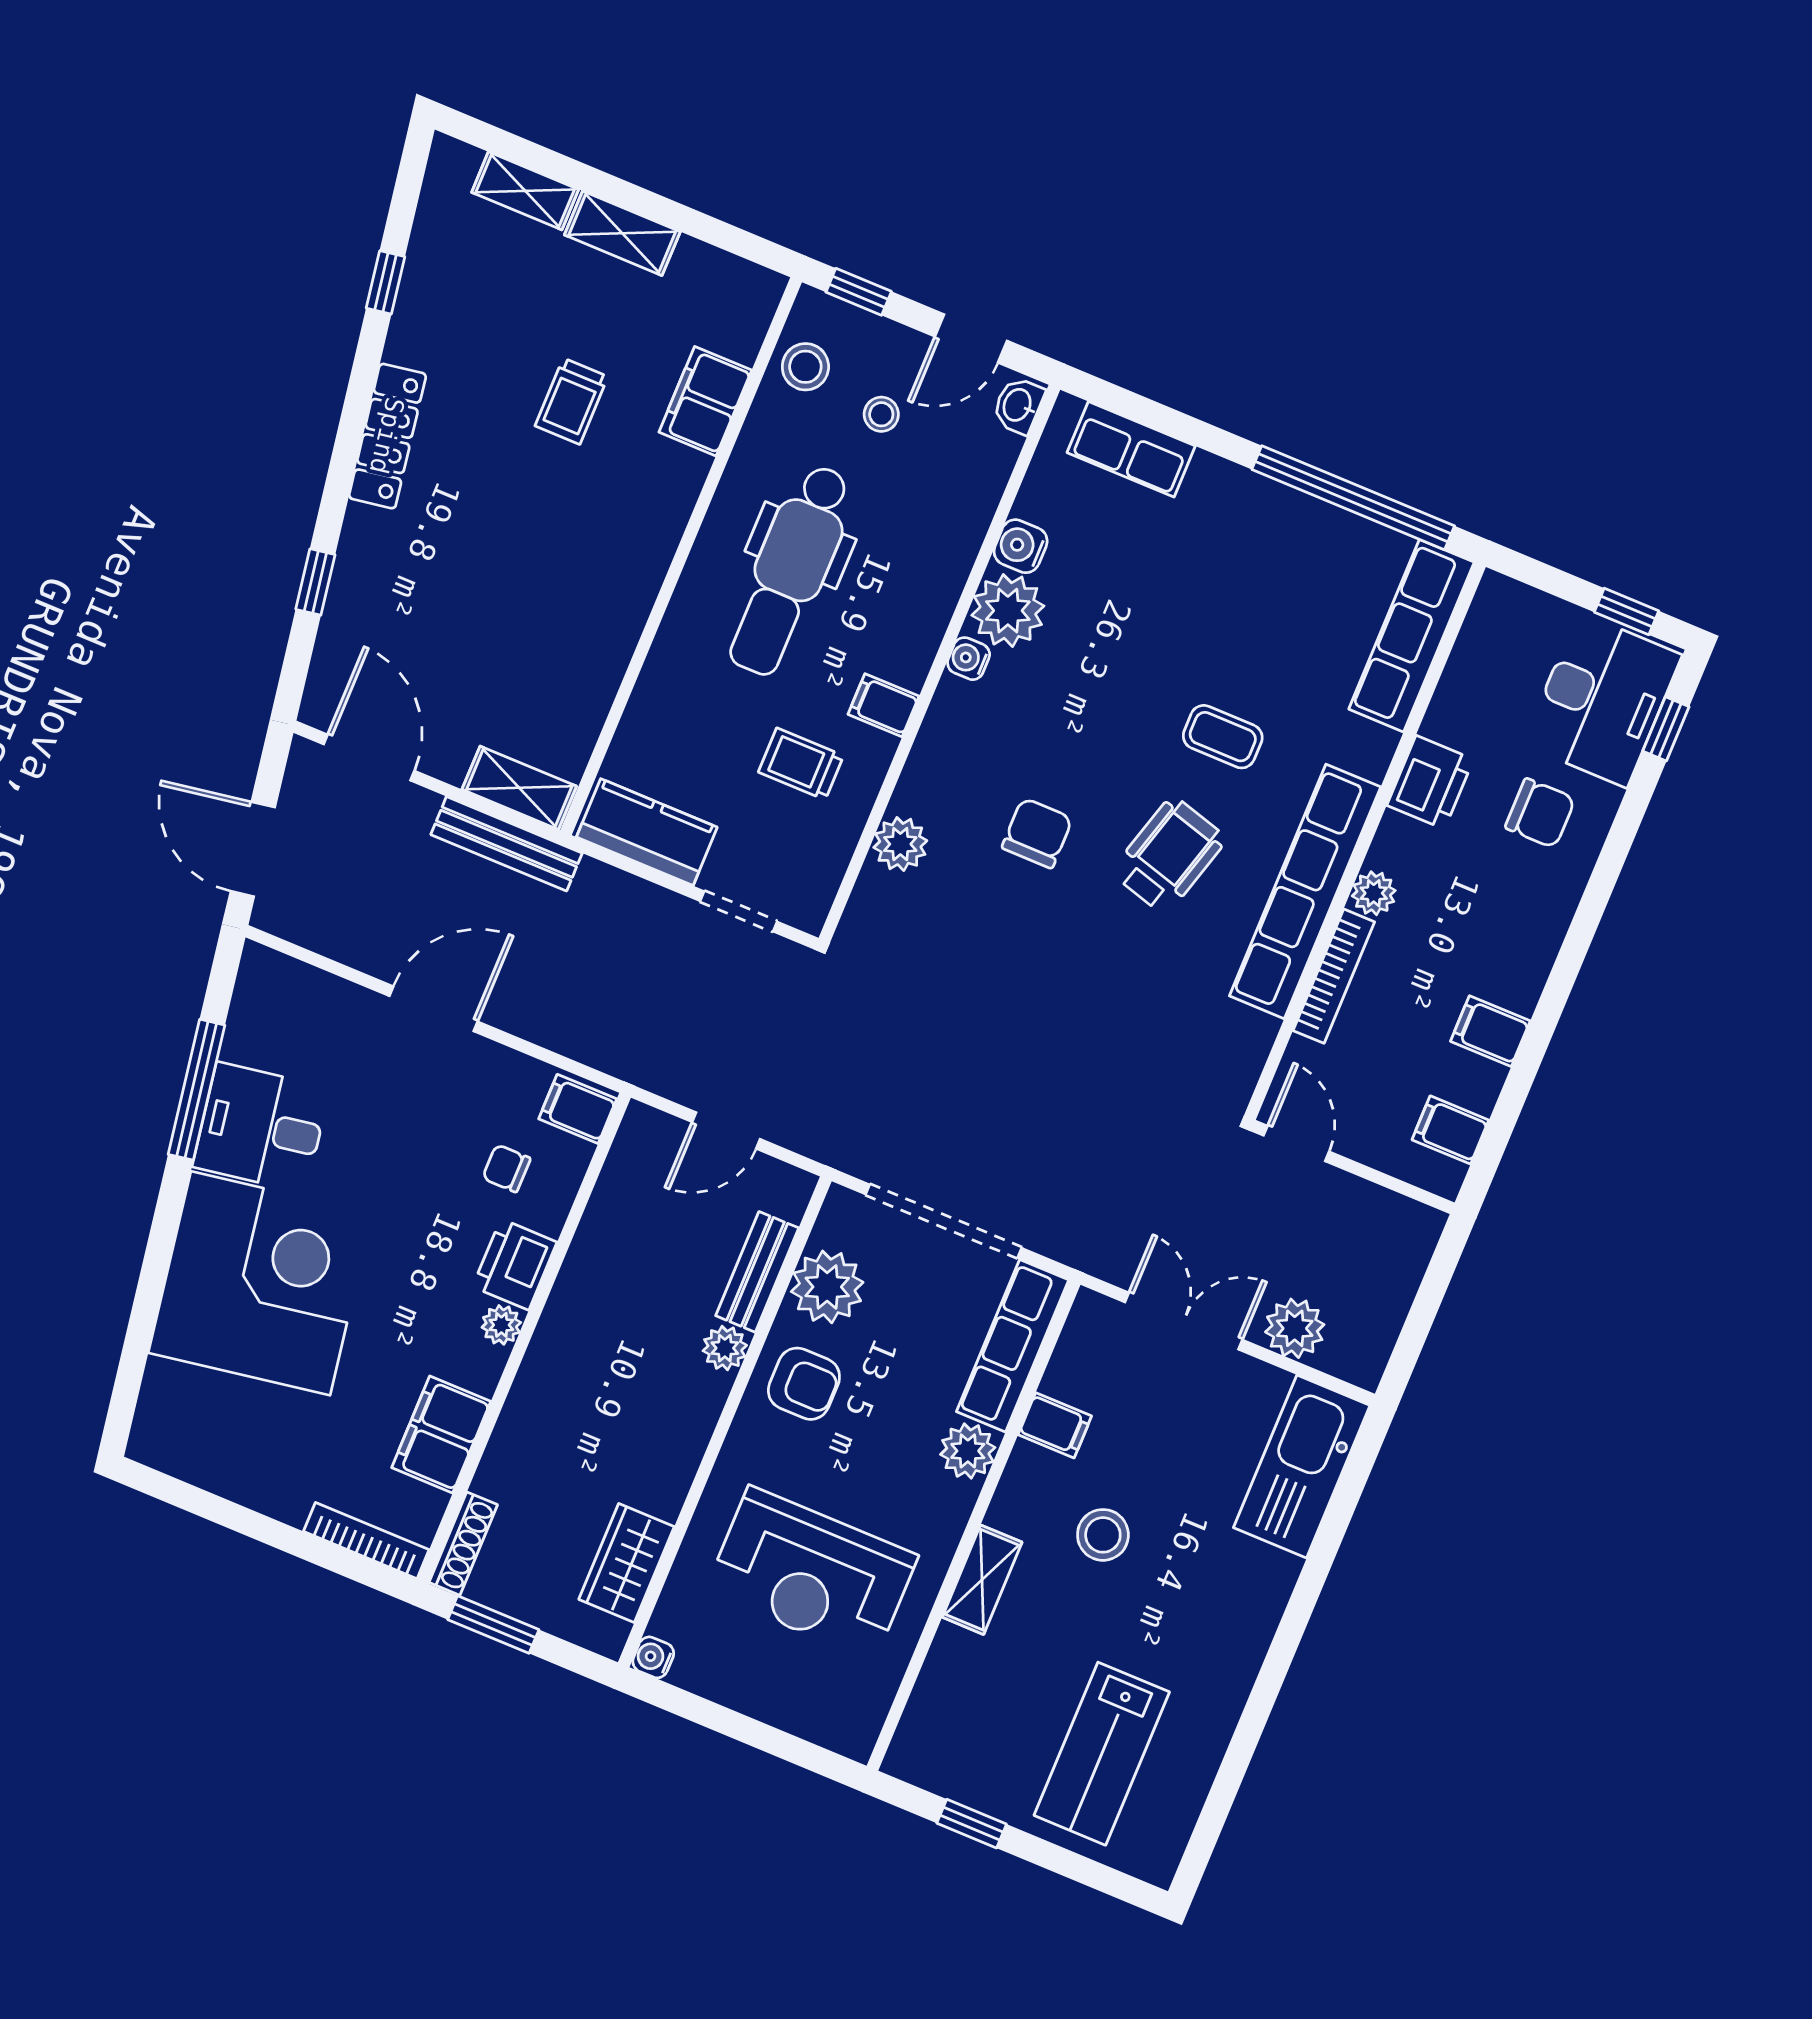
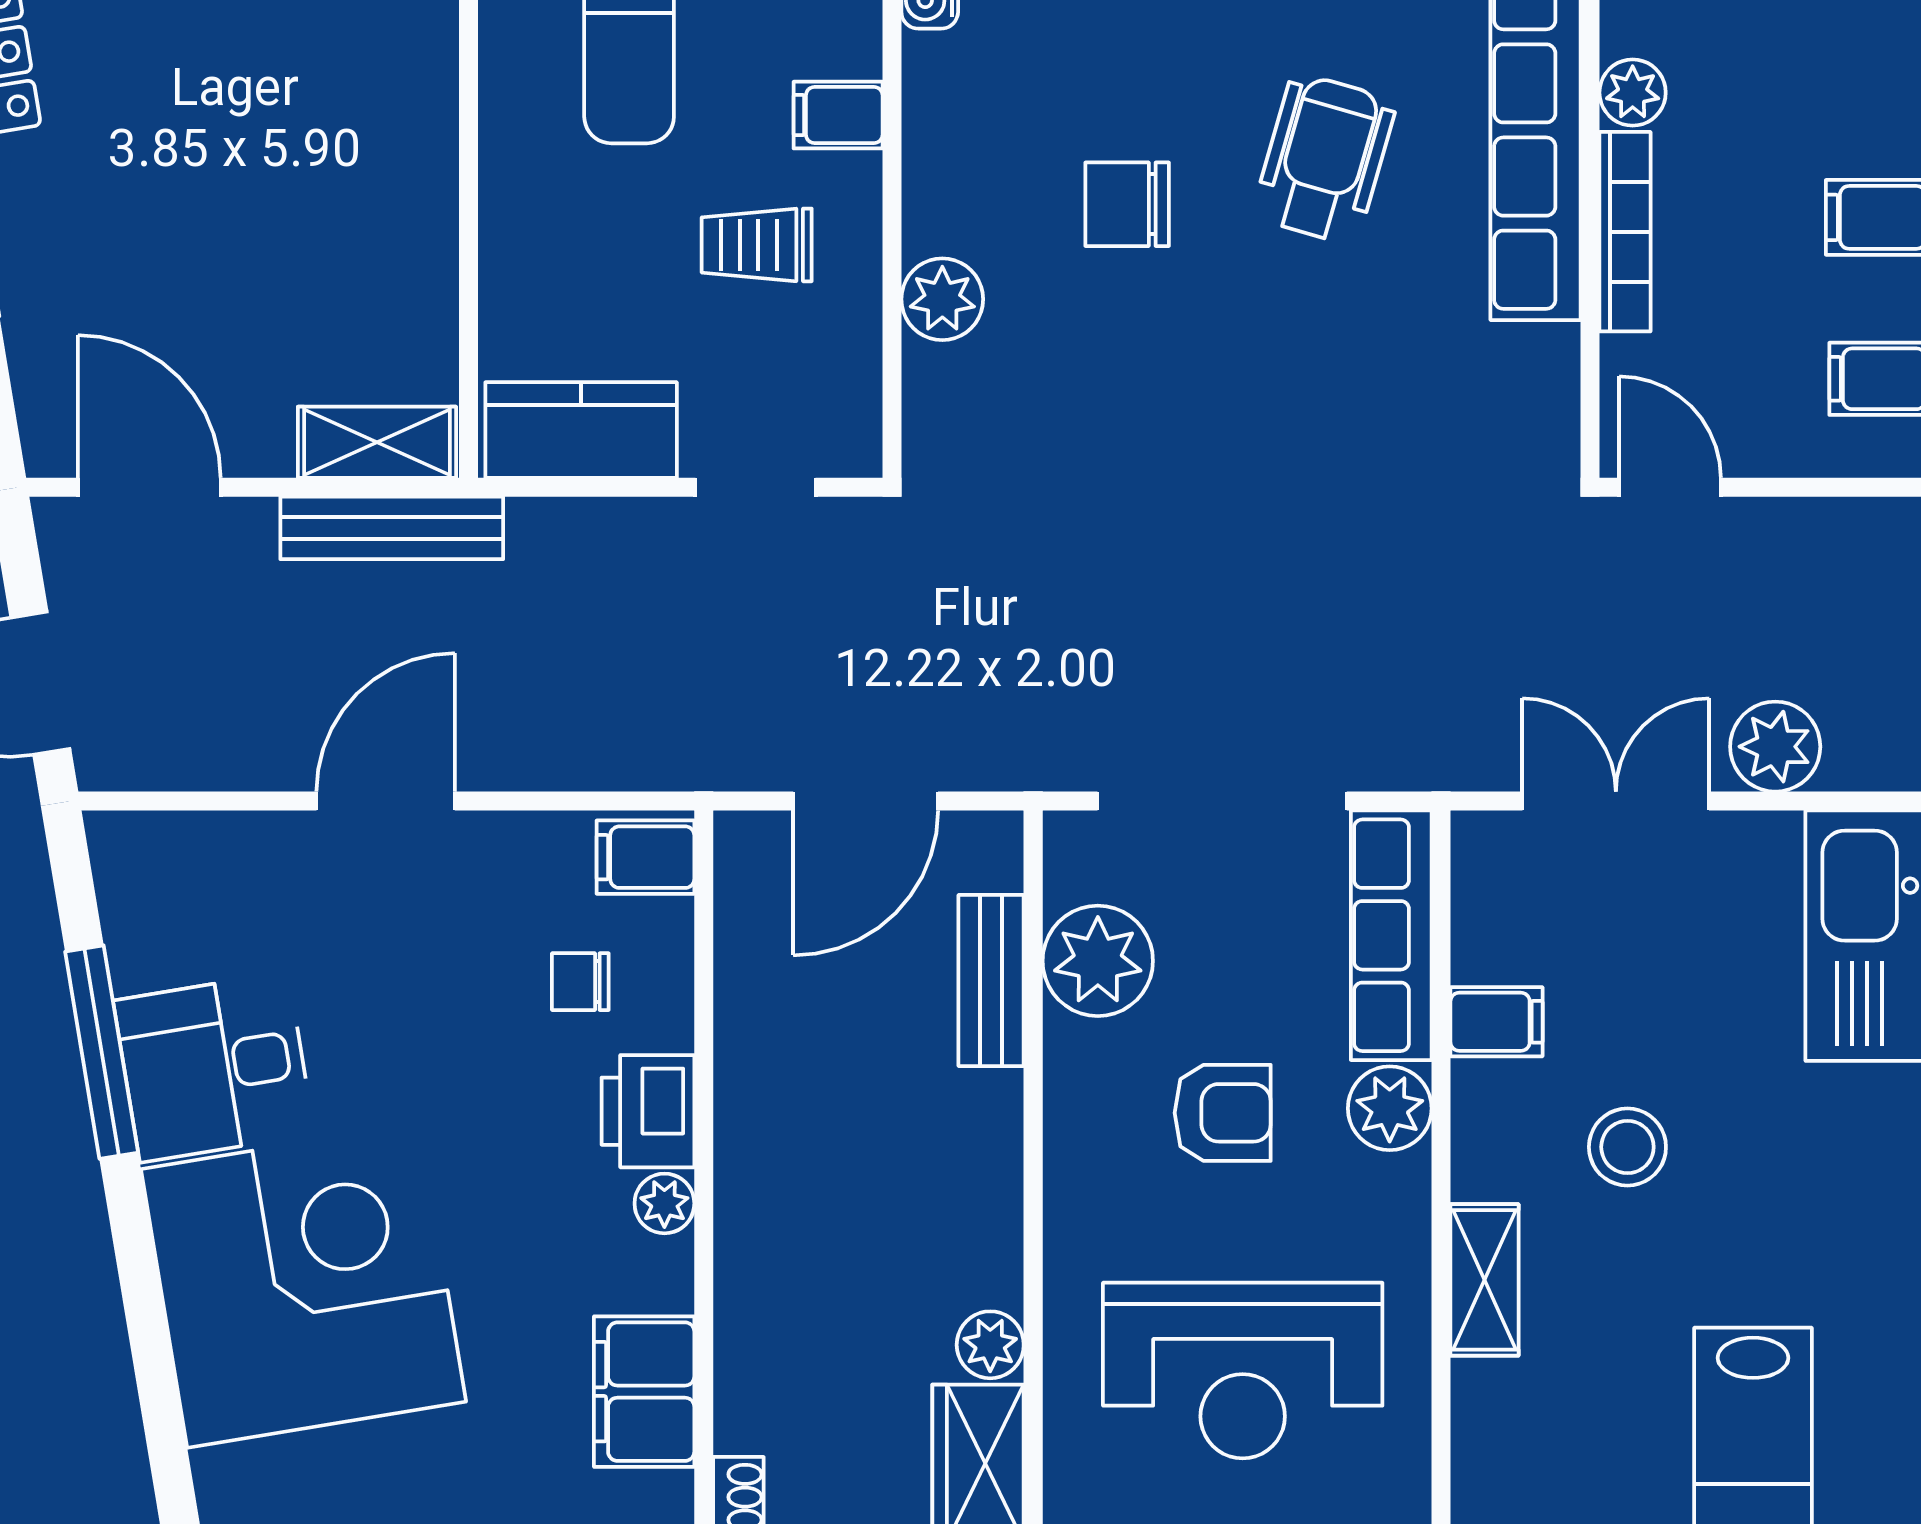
chair: (1037, 833) -> (1127, 204), turned -90
door: (726, 1131) -> (866, 801), width x1.38
plant: (725, 1348) -> (990, 1345), moved
armchair: (804, 1384) -> (1223, 1113), moved

